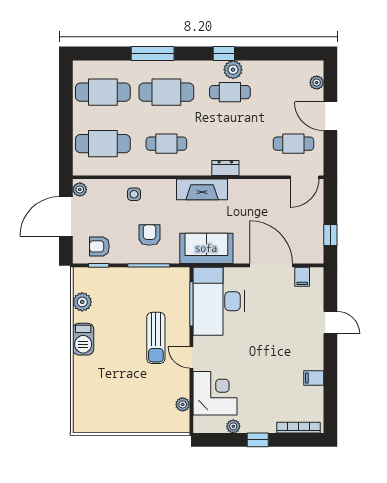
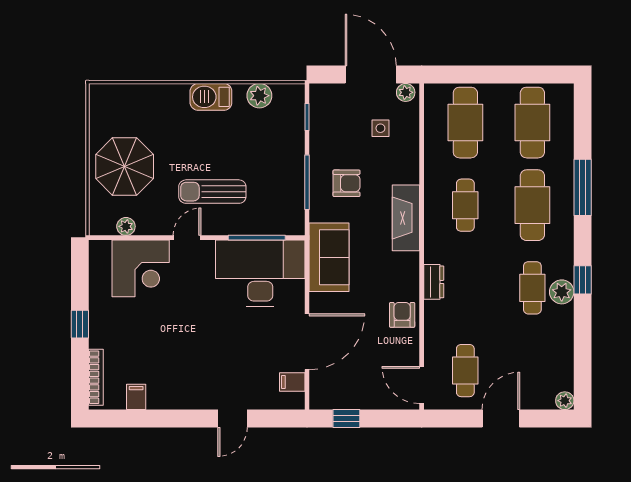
plant: (317, 83) -> (565, 401), moved
fireplace: (202, 189) -> (406, 218), moved
side table: (134, 194) -> (380, 128), moved
armchair: (99, 246) -> (402, 315), moved
filing cabinet: (314, 378) -> (136, 397), moved
parasol: (137, 405) -> (125, 166), added
plant: (233, 426) -> (97, 292), removed

